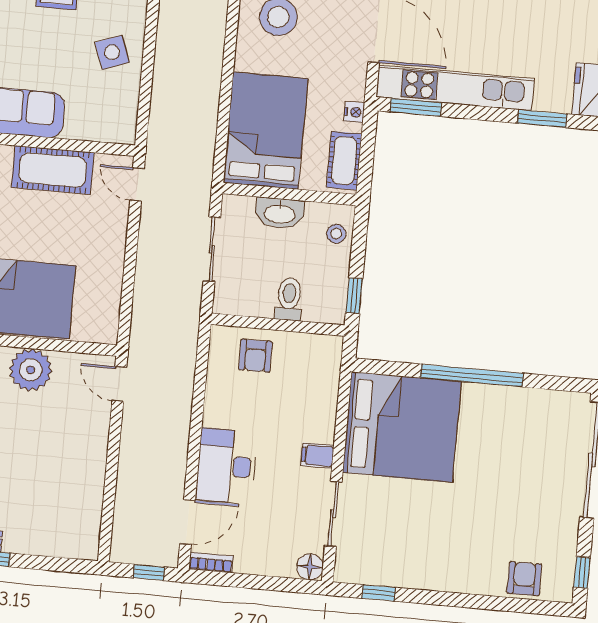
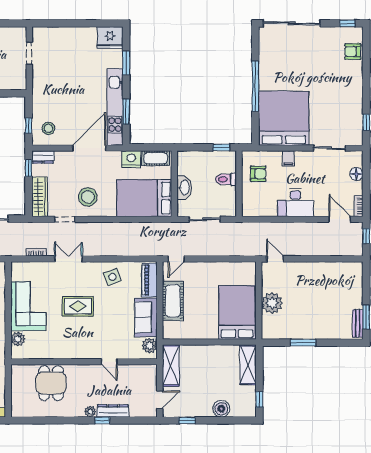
window: (416, 107) -> (126, 112), moved
nightstand: (354, 112) -> (131, 159), width x1.89, depth x1.79
piano: (99, 127) -> (150, 280), added
stool: (336, 234) -> (192, 159), removed
armchair: (255, 356) -> (258, 174), moved
door: (119, 384) -> (275, 259), swing flipped
filing cabinet: (317, 456) -> (288, 158), moved
desk: (226, 466) -> (295, 203), moved
floor lamp: (310, 567) -> (356, 174), moved

